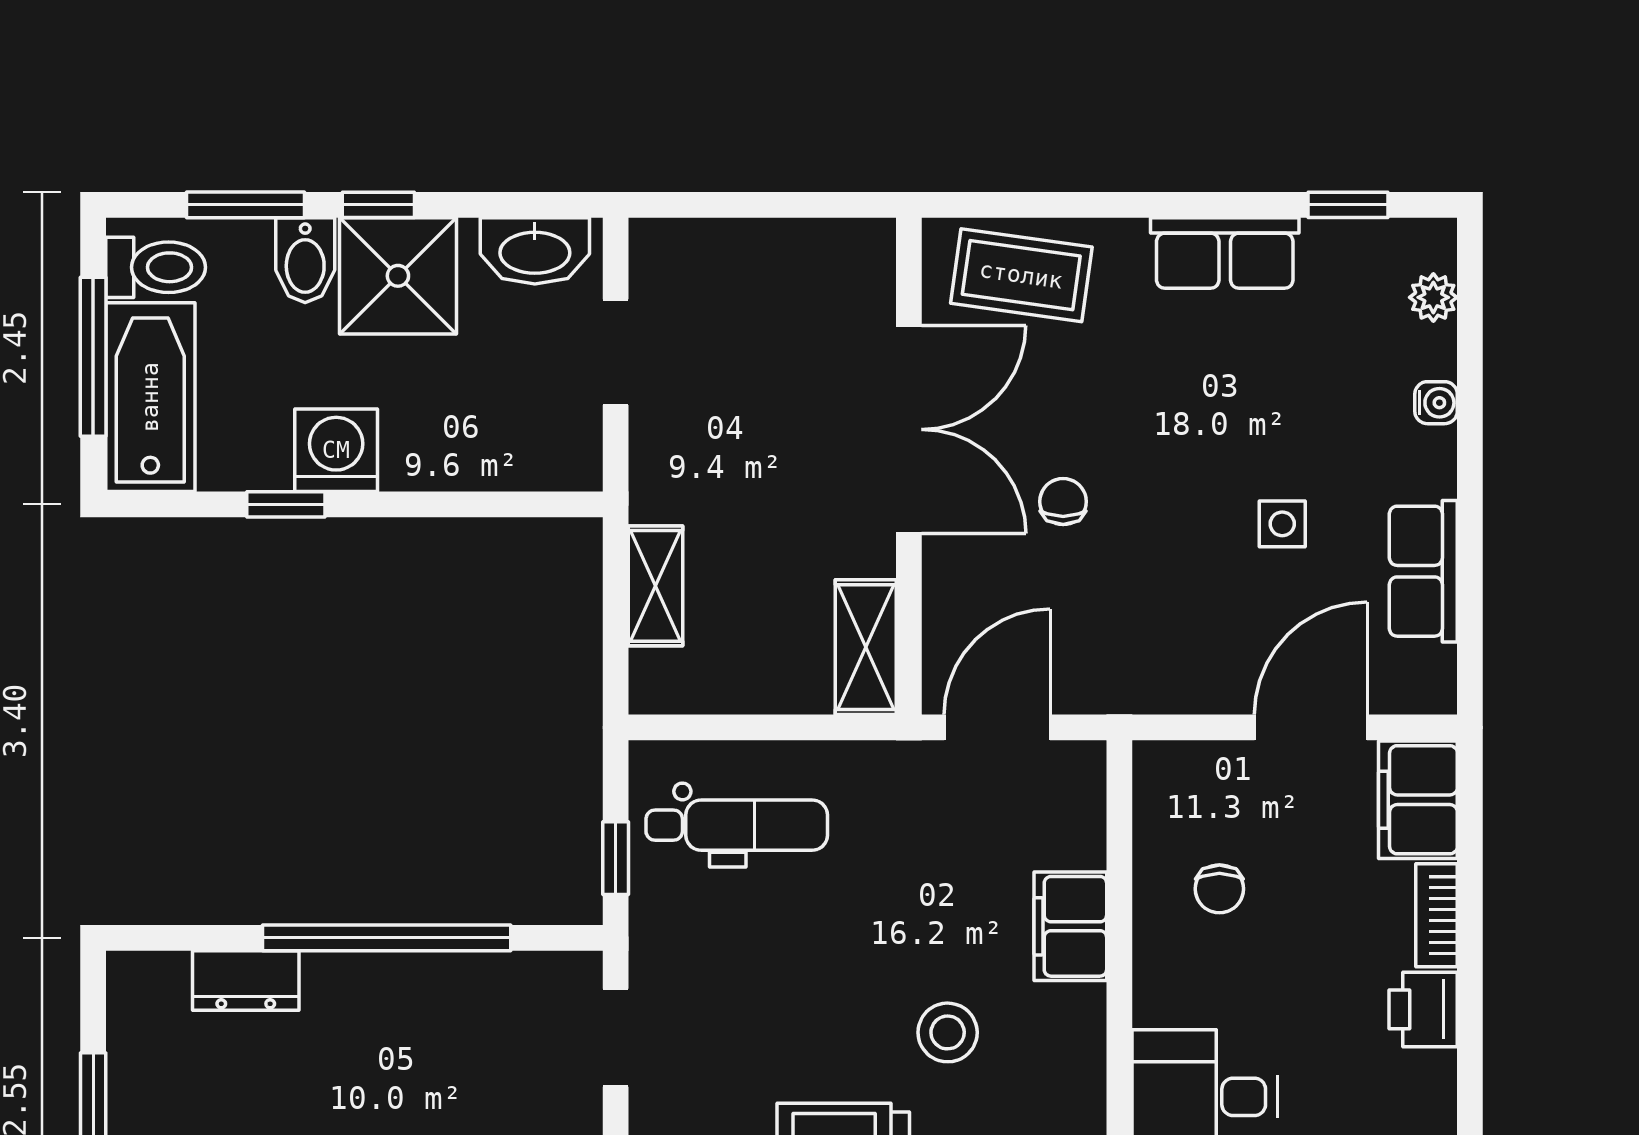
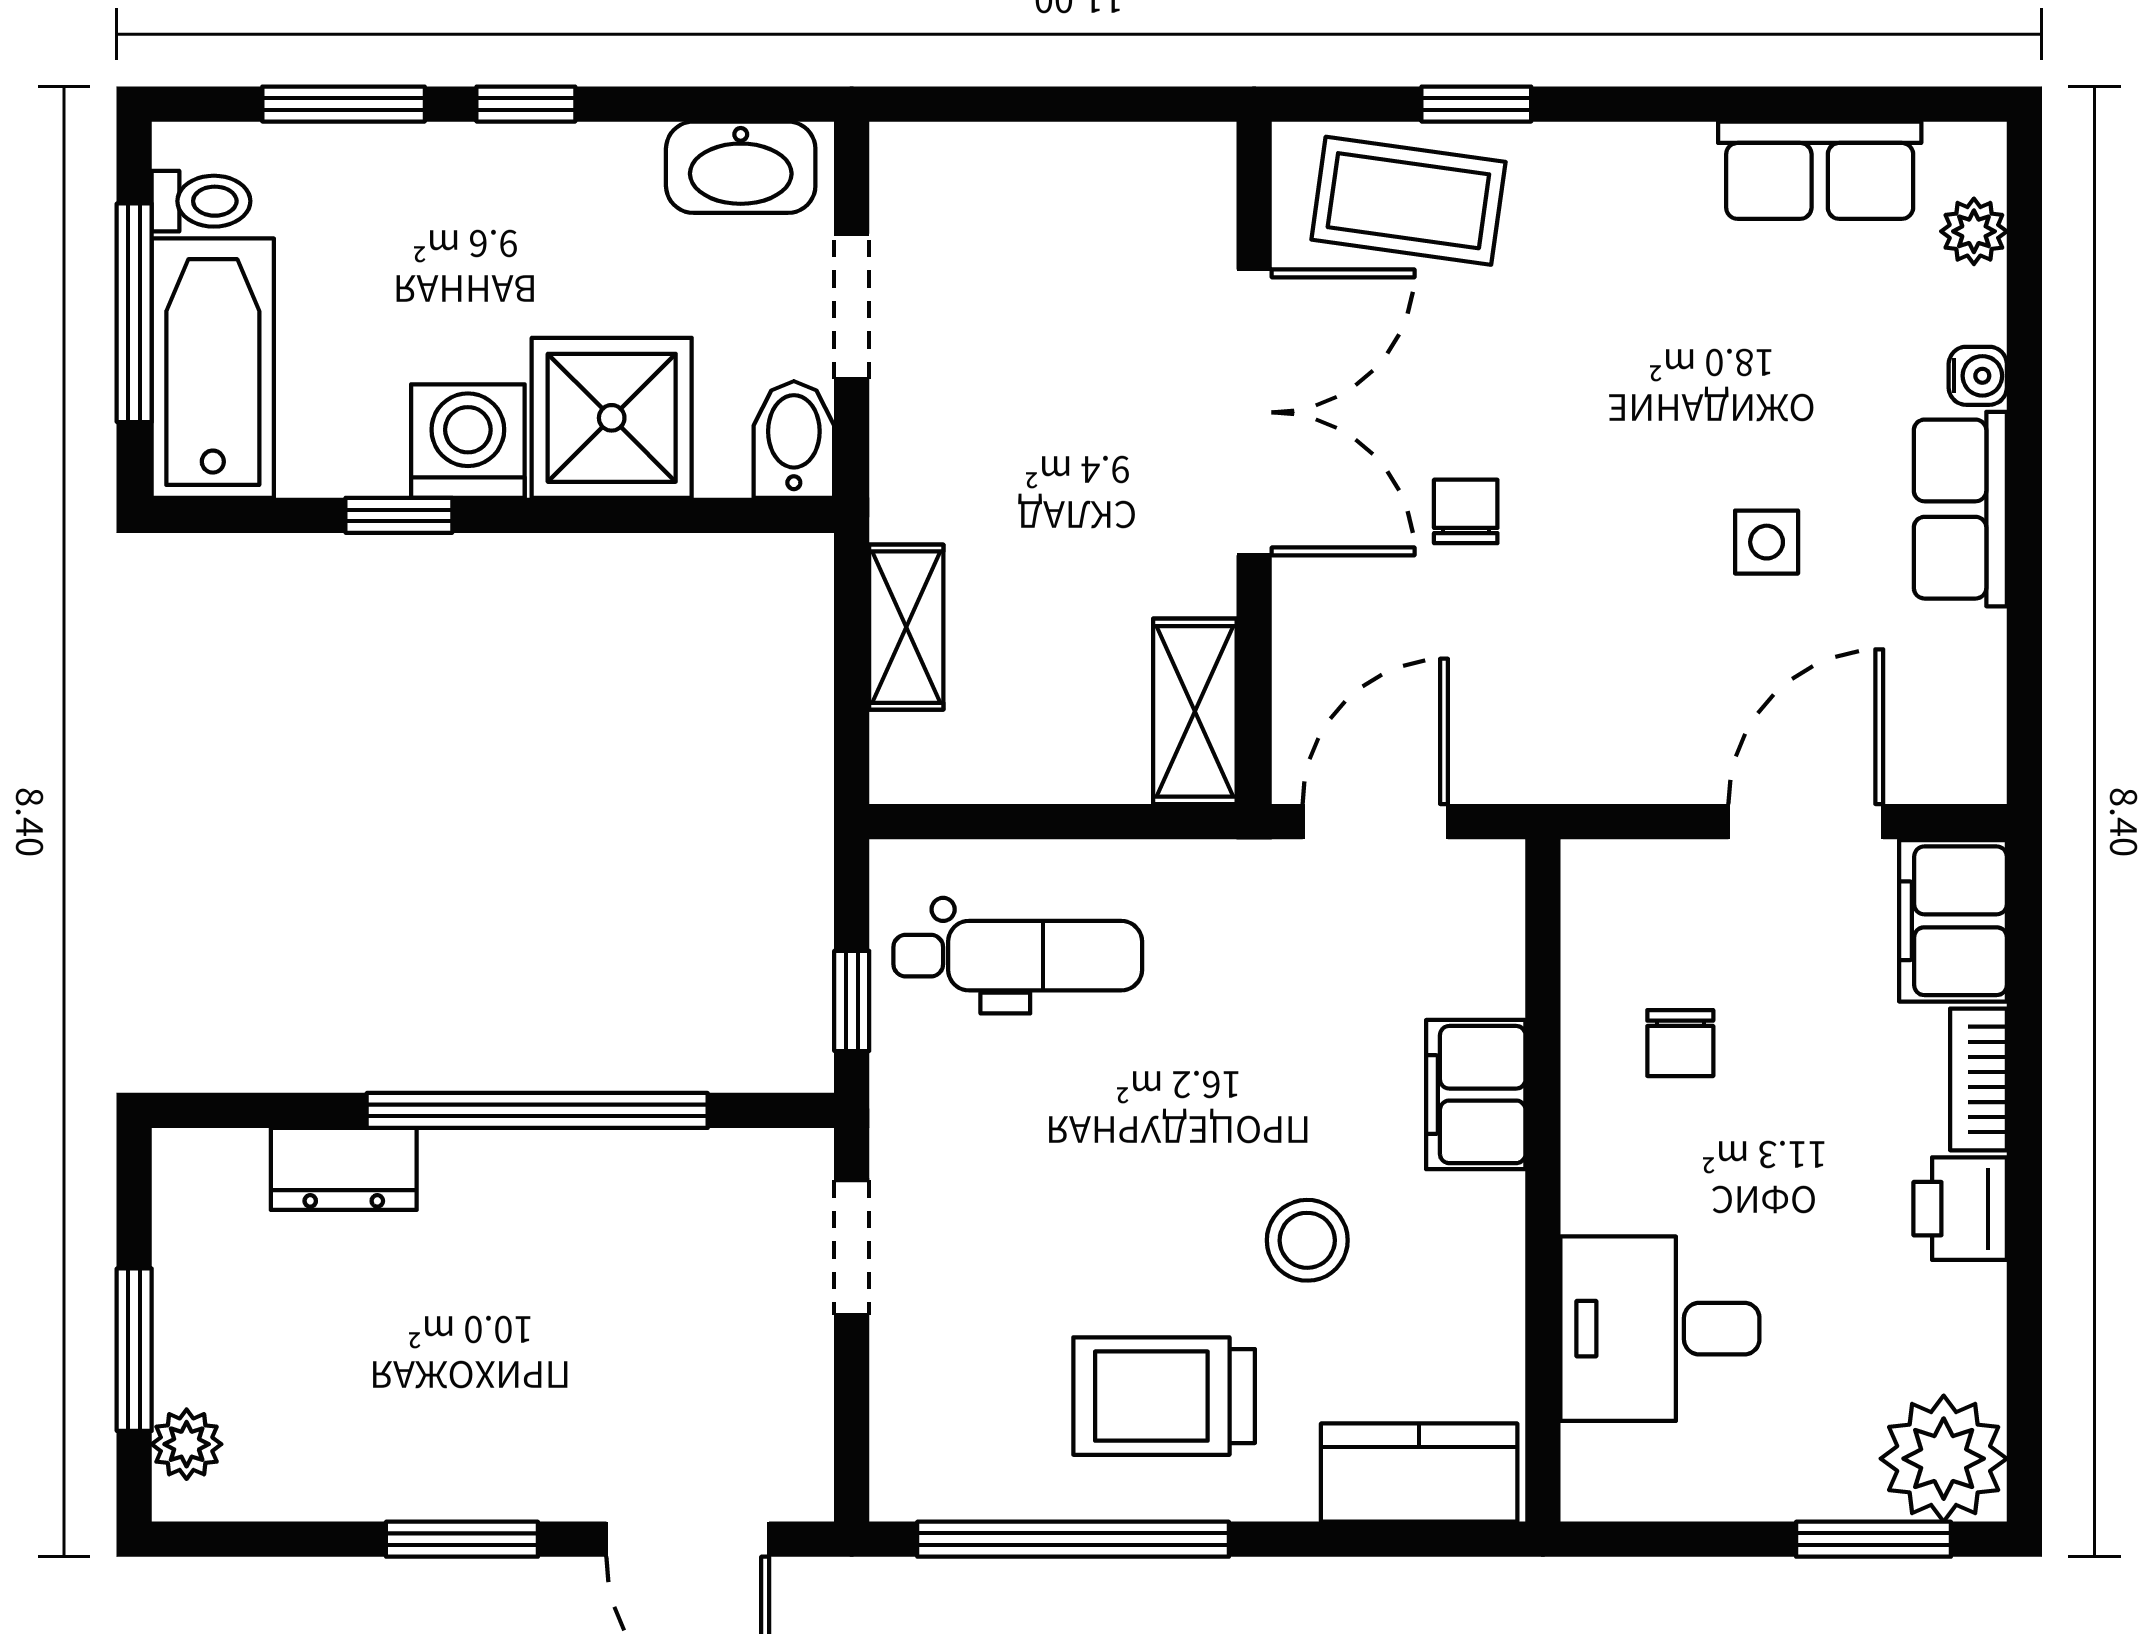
window: (1348, 205) -> (1476, 104), moved
row of seats: (1225, 253) -> (1820, 170), moved
bidet: (305, 260) -> (794, 439), moved, turned 180
toilet: (156, 267) -> (201, 201), width x0.73, depth x0.72
shower: (398, 276) -> (612, 418), moved
row of seats: (1423, 571) -> (1960, 509), moved

